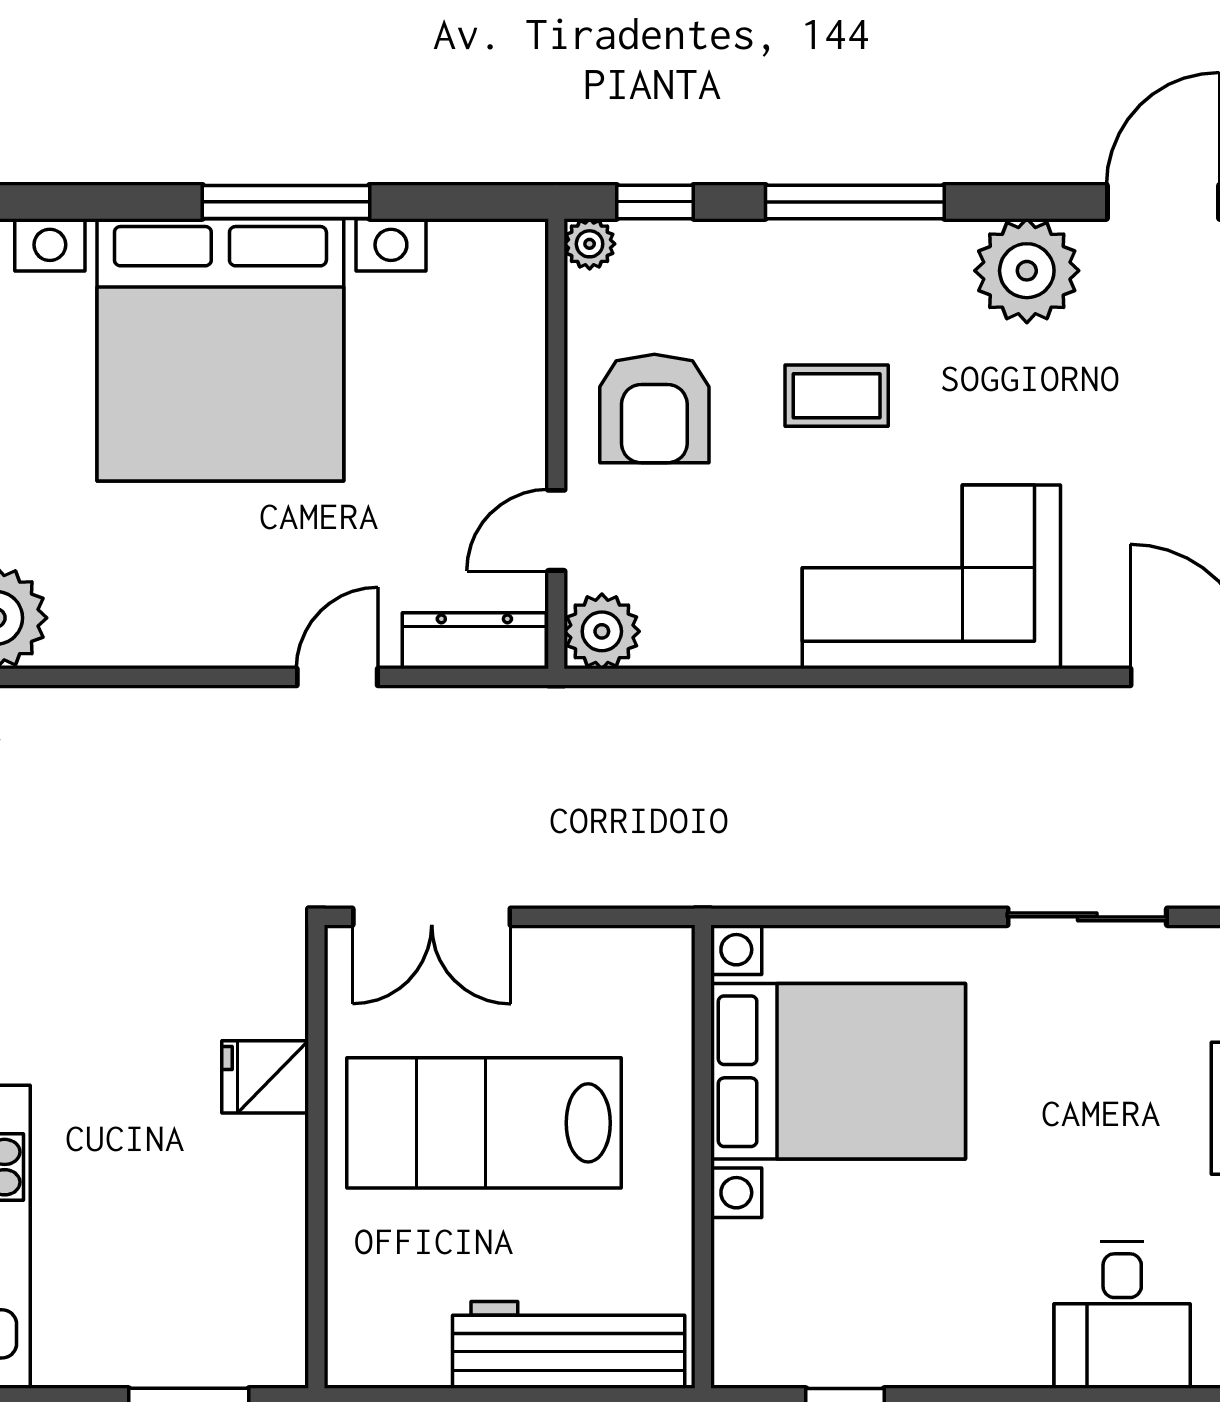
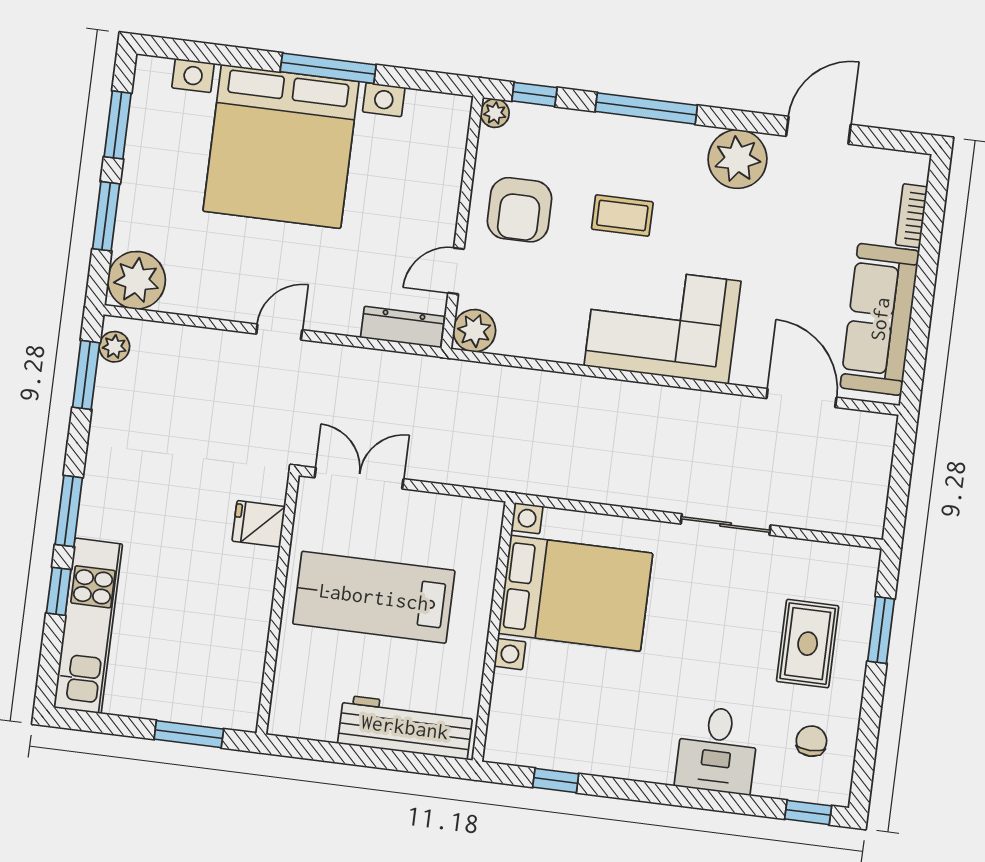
door: (337, 677) -> (279, 332), moved
double door: (432, 917) -> (359, 478), swing flipped
fridge: (265, 1077) -> (259, 524), moved

